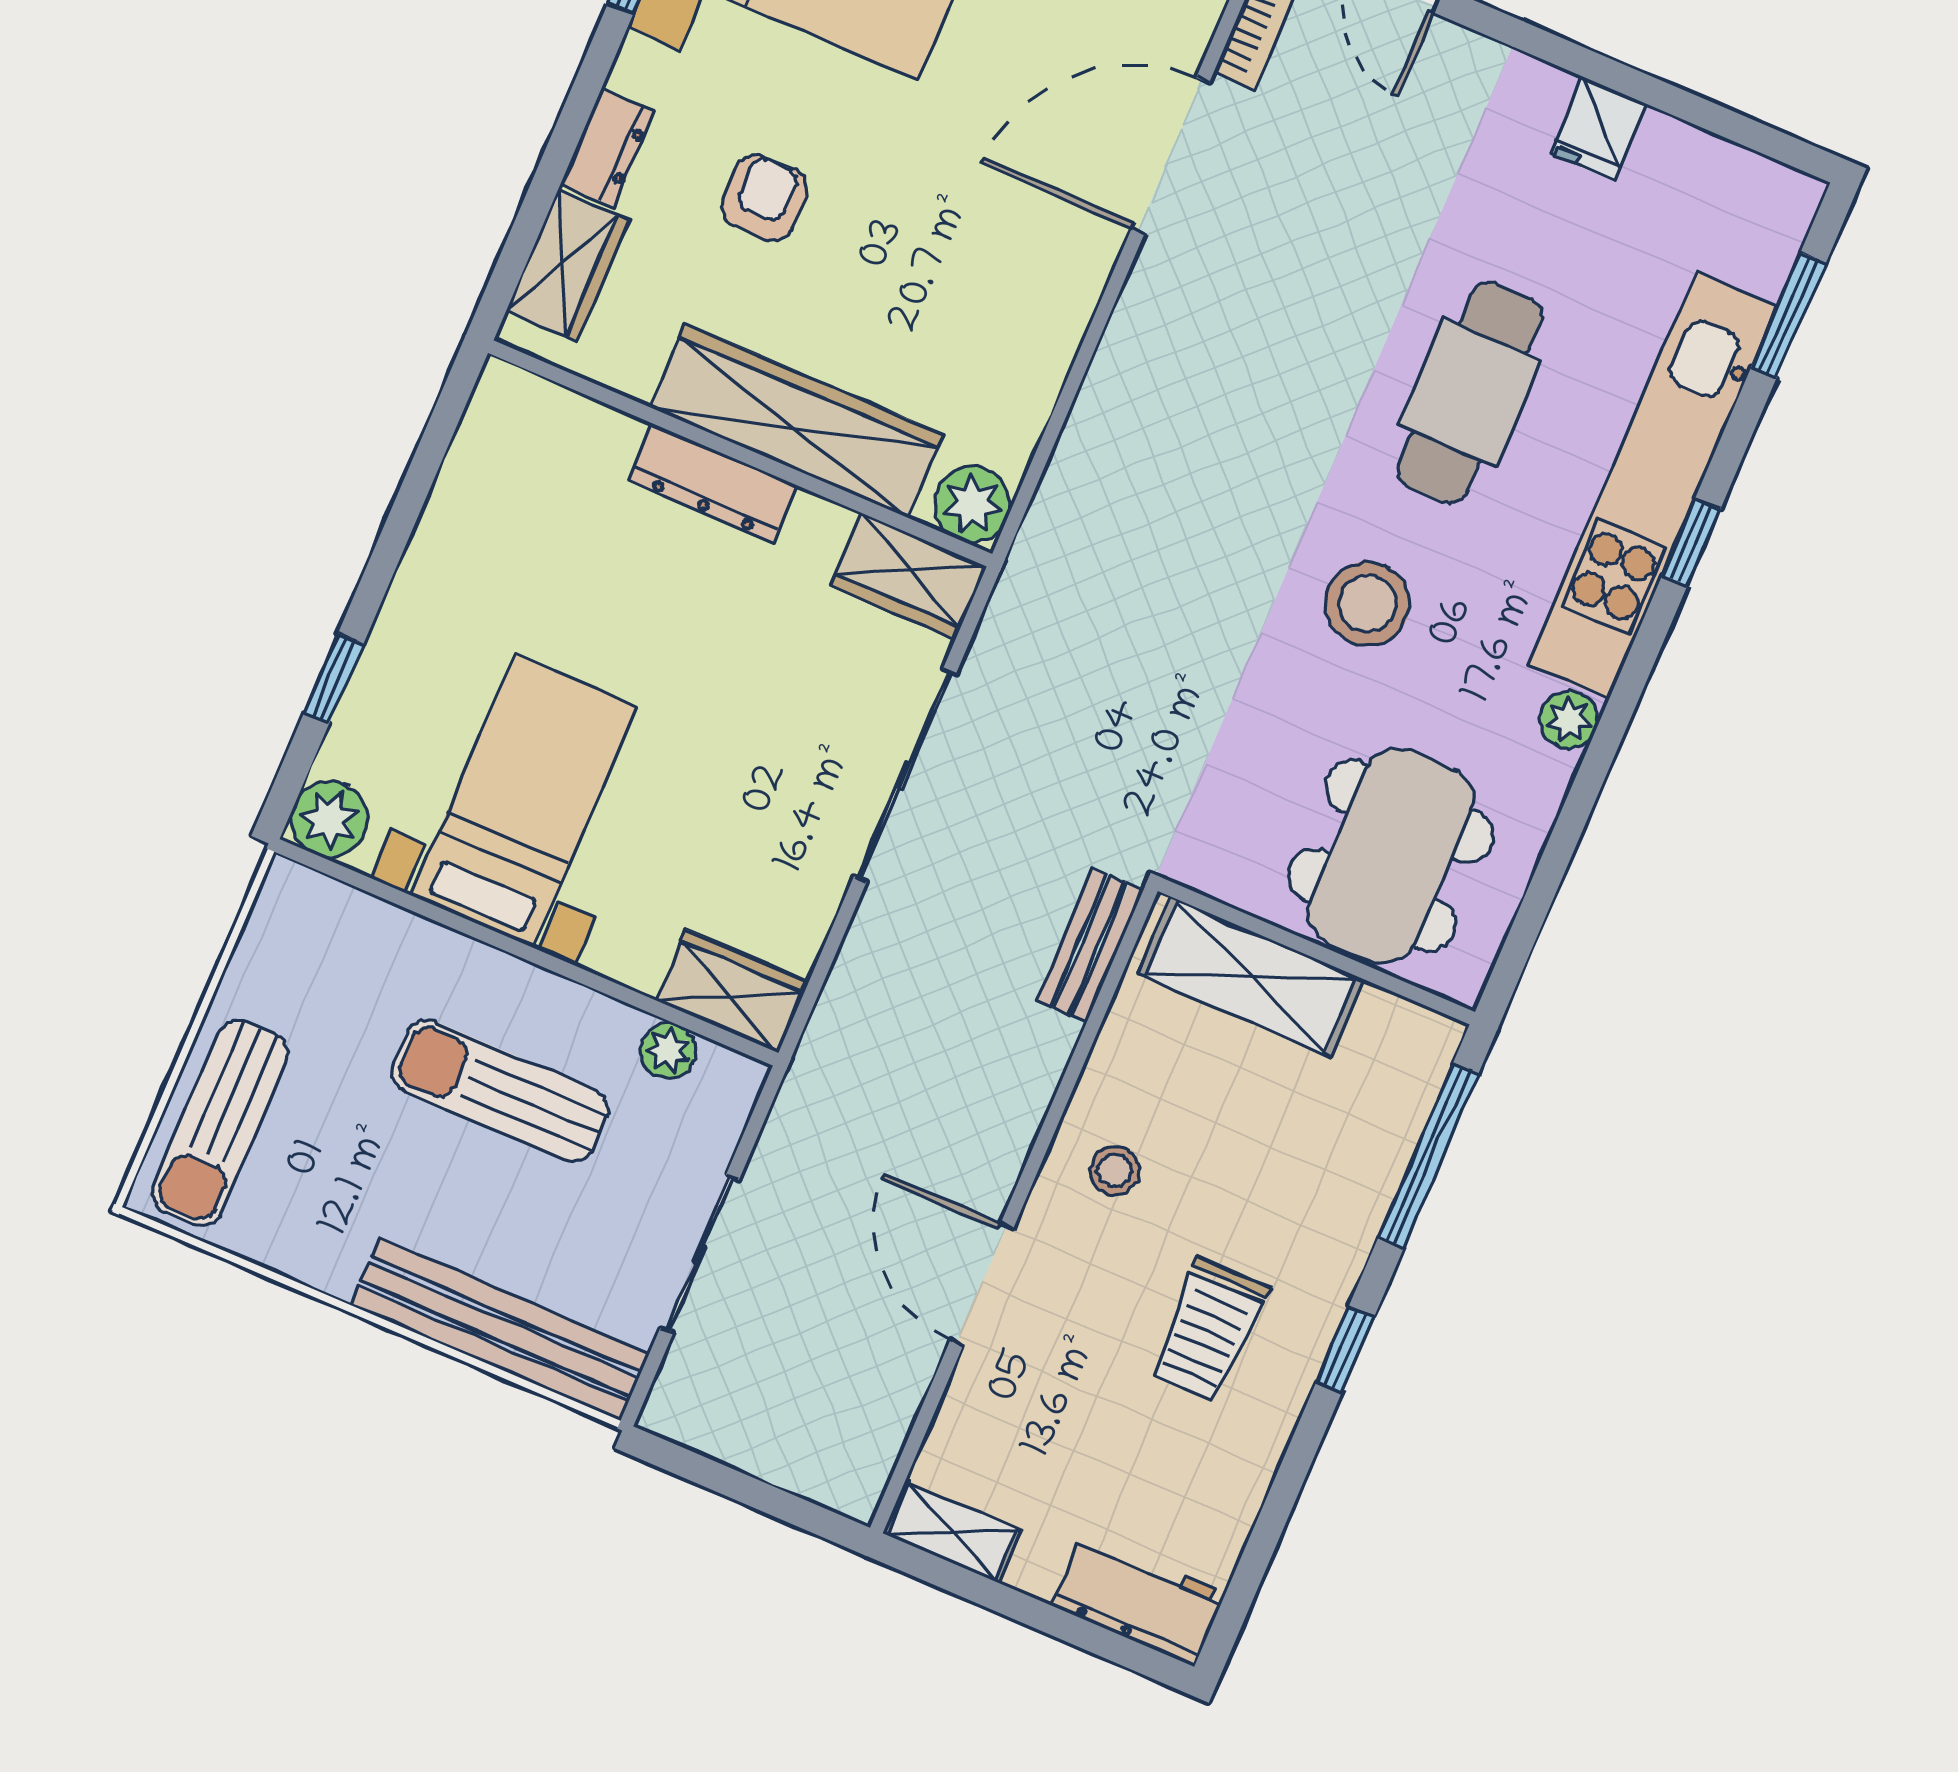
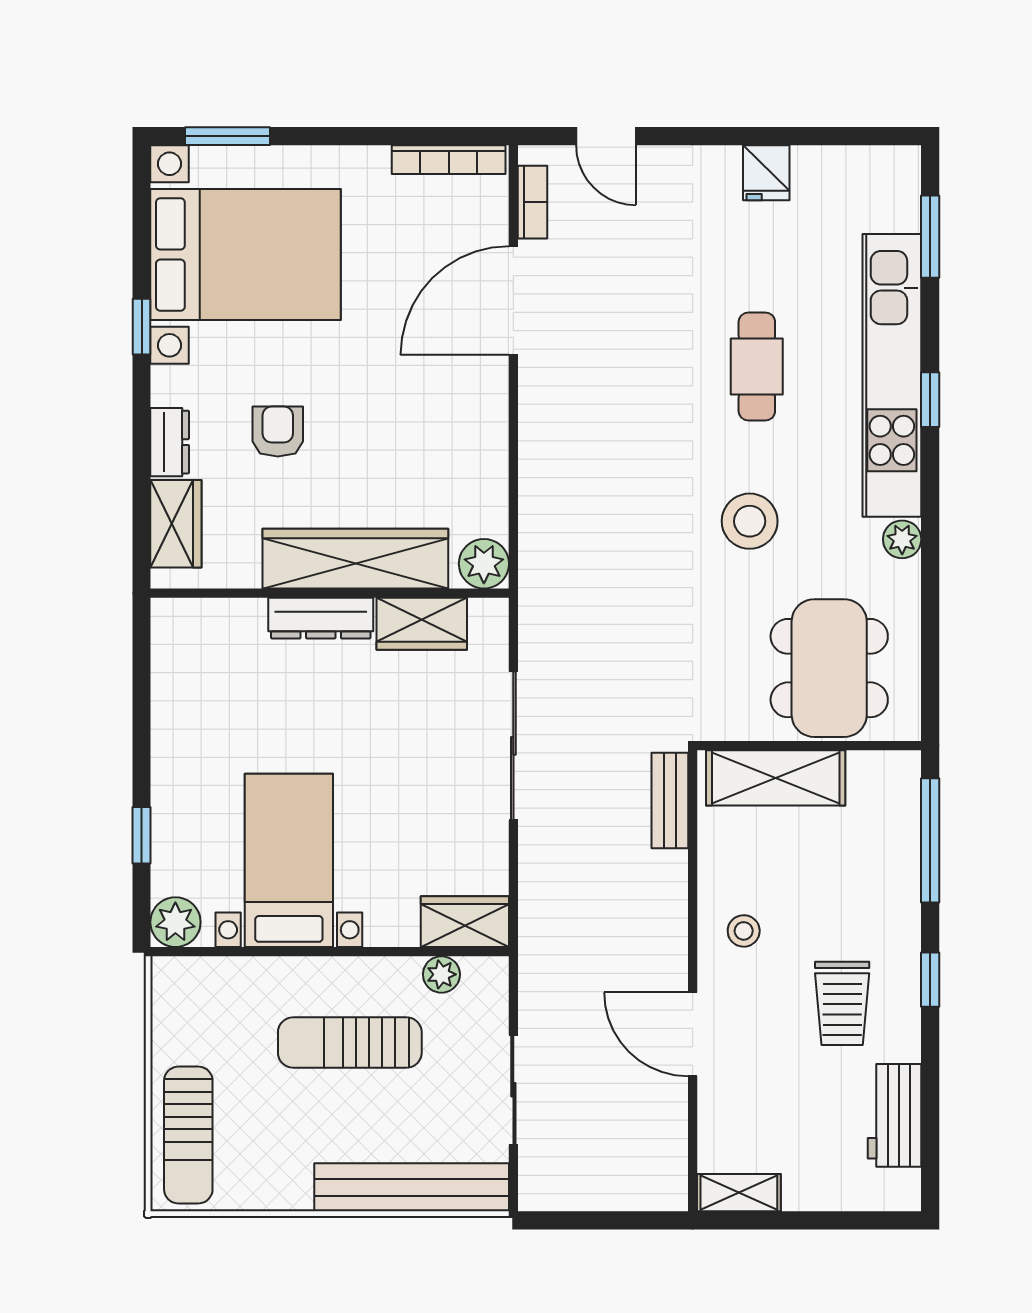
cafe table: (1470, 393) -> (757, 367), width x0.73, depth x0.74
wardrobe: (909, 576) -> (422, 624), moved
workbench: (1139, 1599) -> (895, 1115), moved, turned -90

